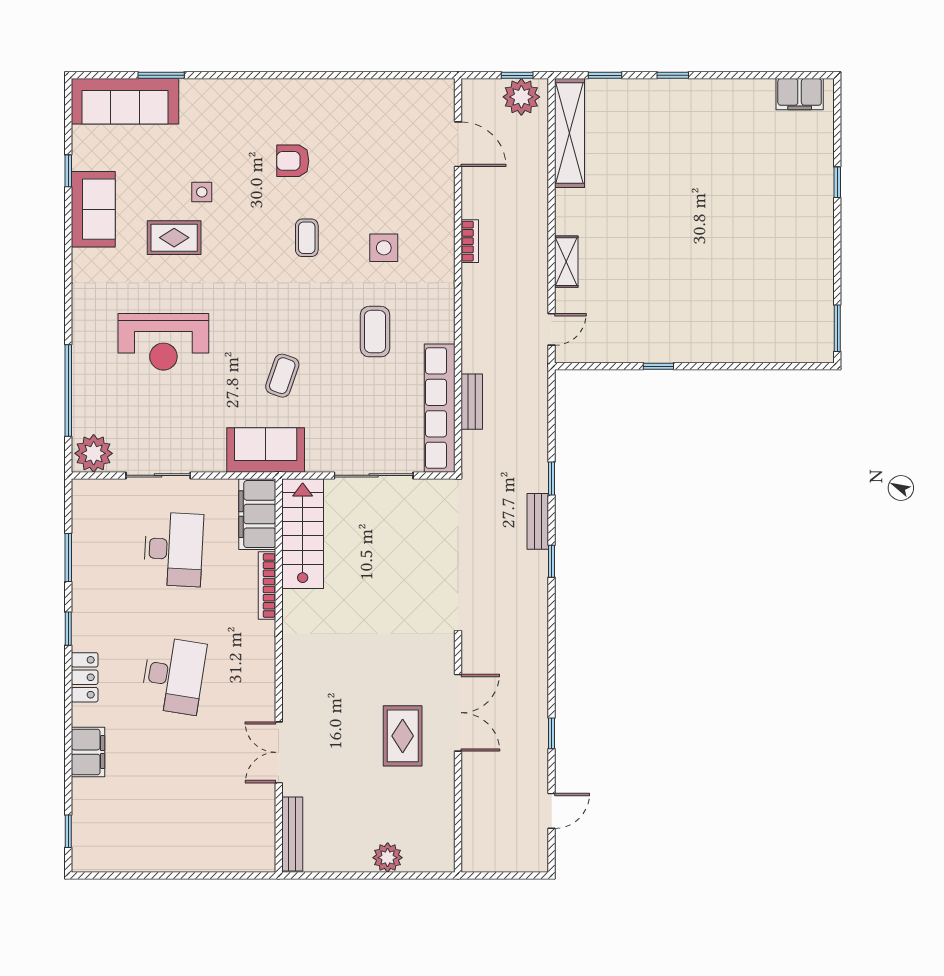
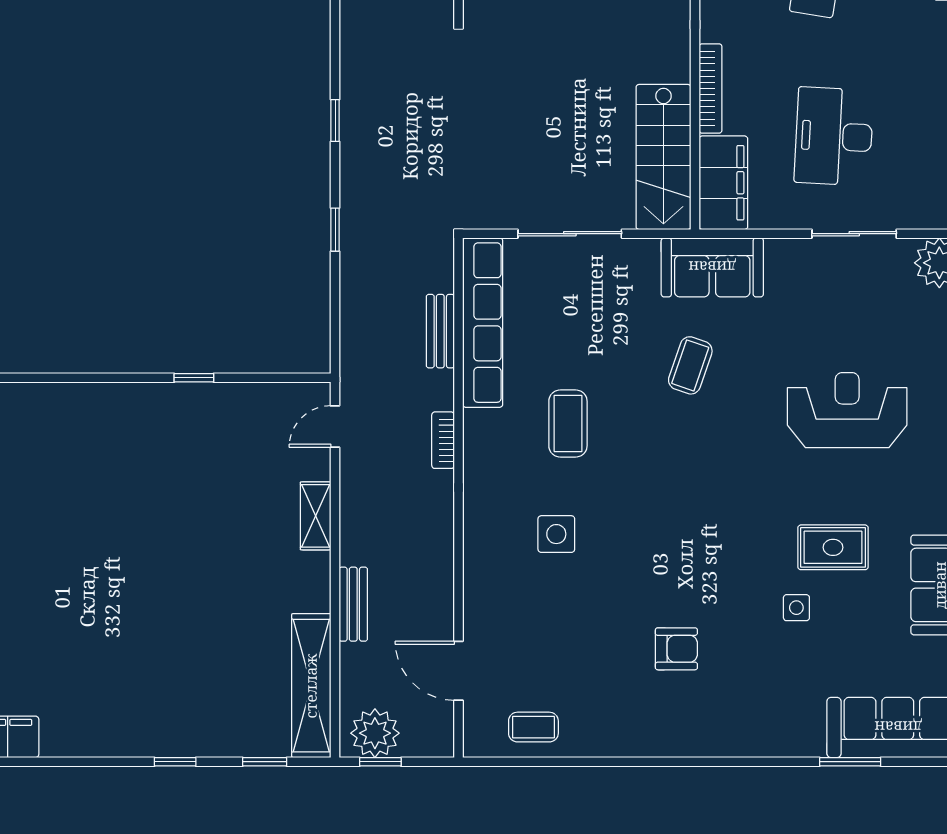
coffee table: (307, 238) -> (533, 727), moved, turned 90
bookcase: (470, 241) -> (443, 440), moved
bench: (538, 521) -> (353, 604), moved

